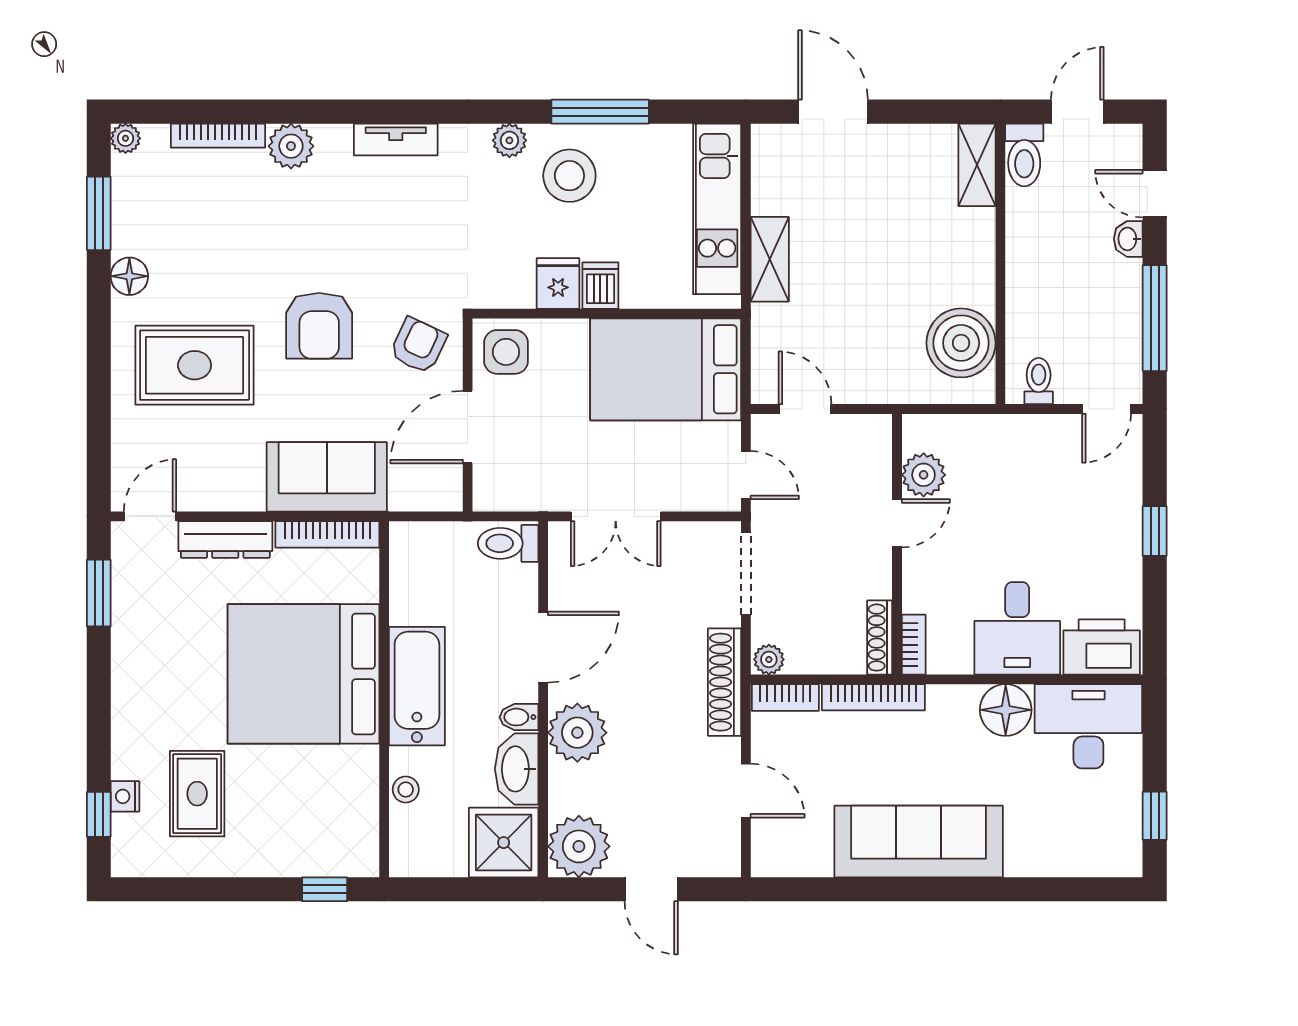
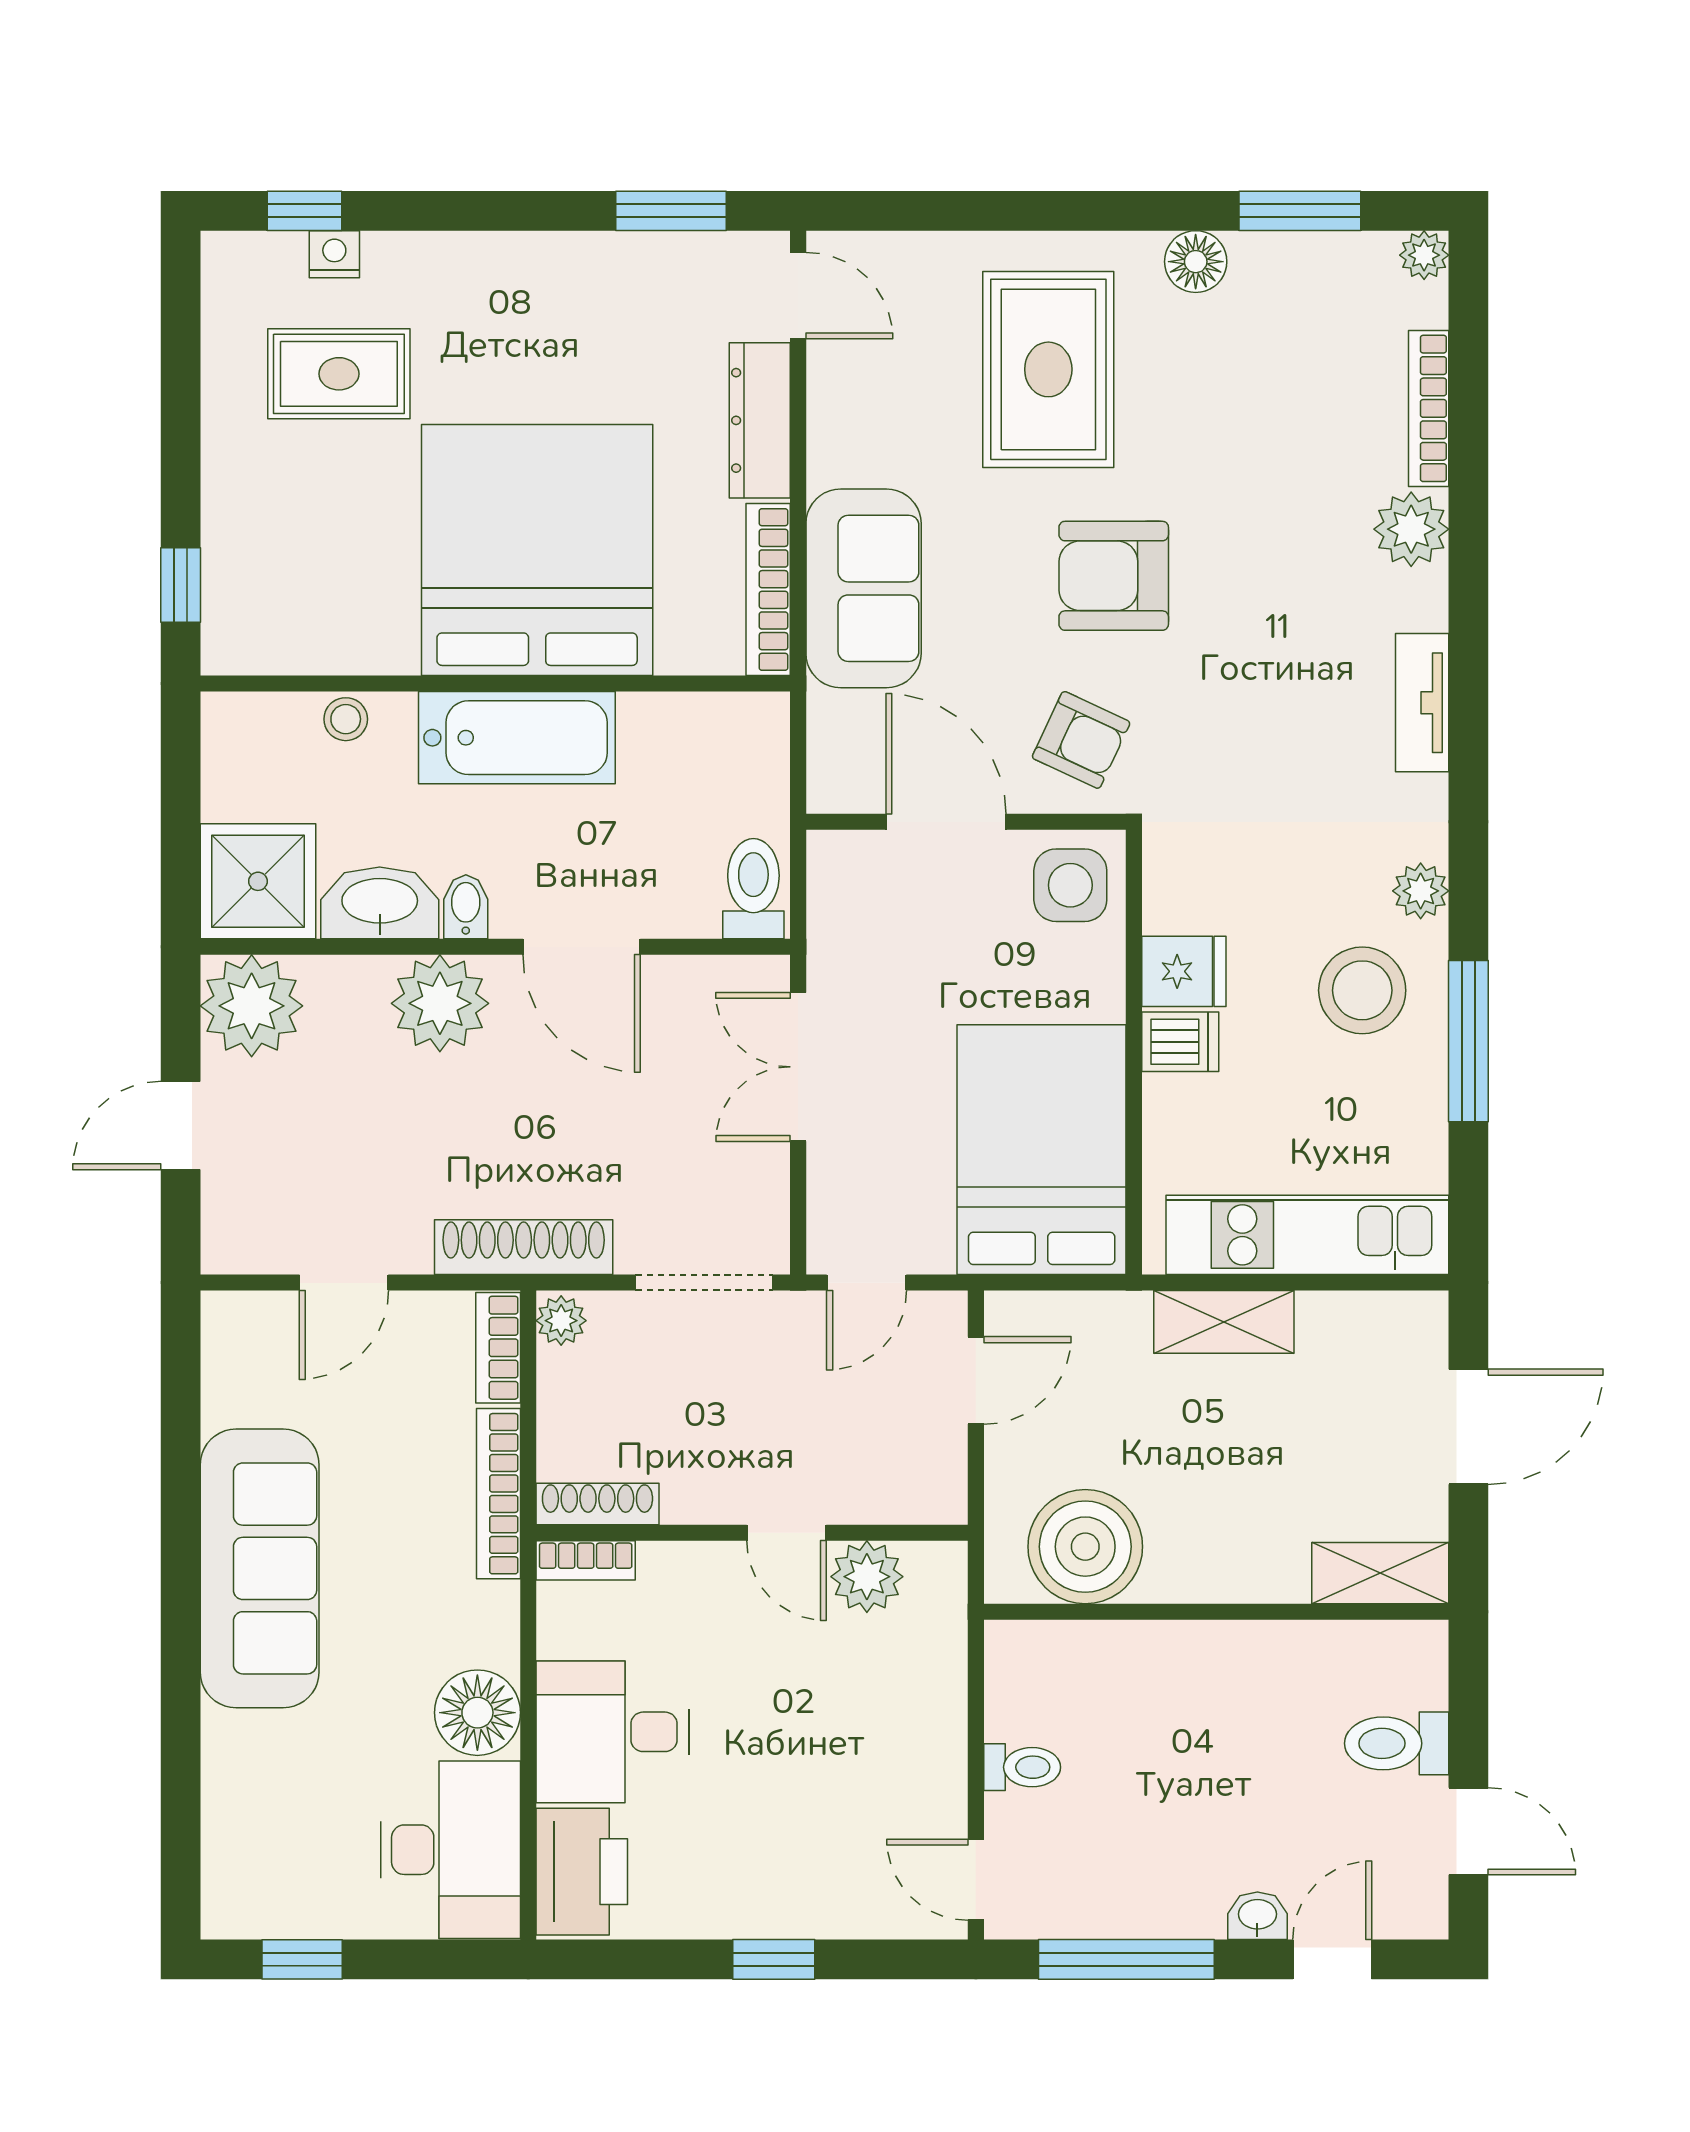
shelving: (977, 165) -> (1380, 1573), moved
wall: (1000, 264) -> (1216, 1612), moved
boiler: (961, 343) -> (1085, 1547), moved

